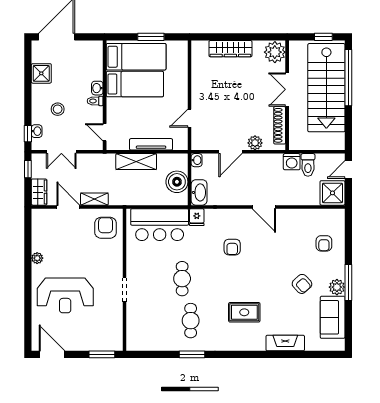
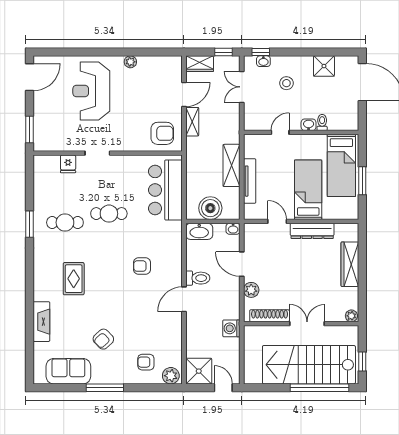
plant: (275, 52) -> (351, 316), width x0.53, depth x0.53
bed: (135, 84) -> (308, 190), moved, turned 180
dresser: (199, 85) -> (312, 231), added
toilet: (95, 101) -> (322, 122), moved
door: (105, 132) -> (280, 132), moved
toilet: (308, 165) -> (198, 278), moved, turned 180
fridge: (197, 217) -> (68, 164), moved, turned -90
plant: (337, 287) -> (171, 376), moved

